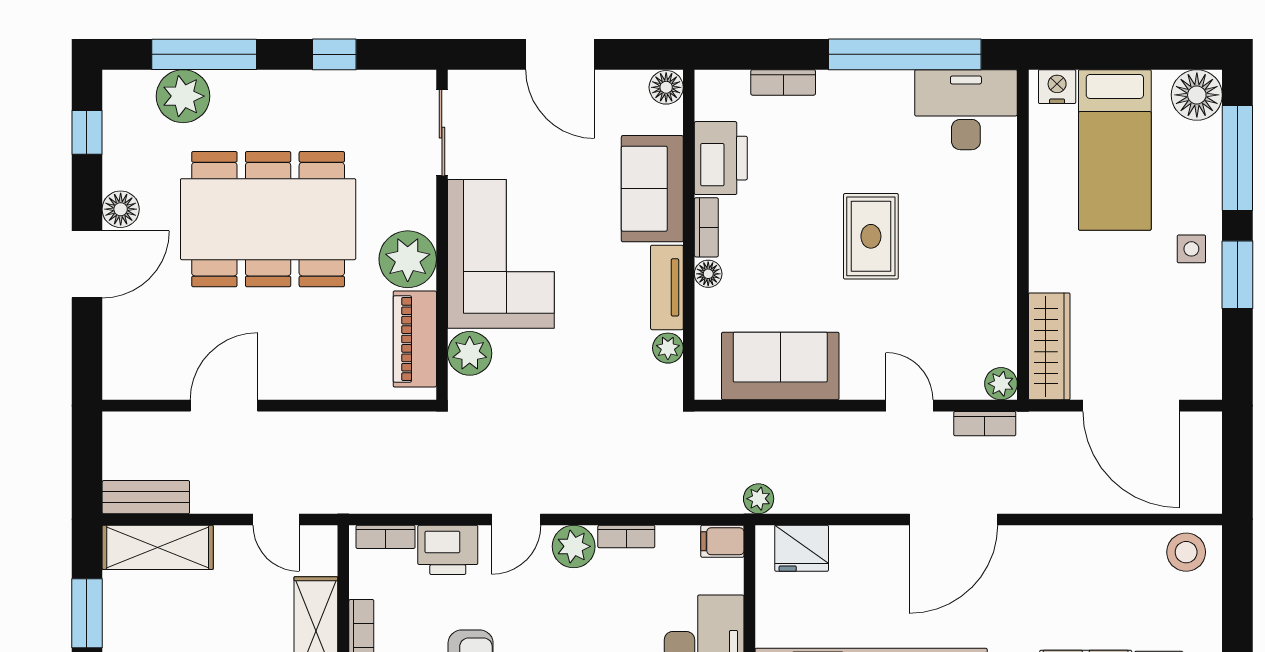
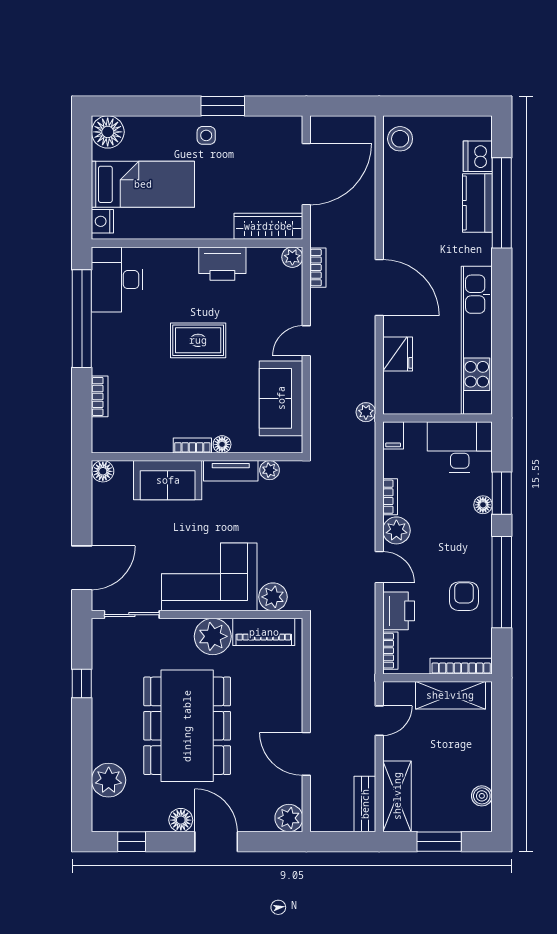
window: (204, 54) -> (82, 767), removed
door: (560, 54) -> (82, 568), moved
printer: (721, 158) -> (222, 264), moved, turned 180
window: (1237, 158) -> (148, 106), removed
plant: (124, 378) -> (289, 818), added
door: (909, 406) -> (306, 341), moved
fridge: (802, 548) -> (398, 354), moved

